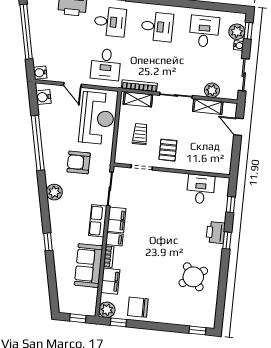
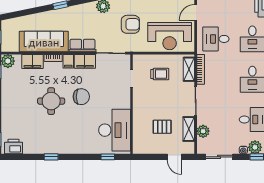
door: (239, 127) -> (174, 157), swing flipped
pallet: (168, 150) -> (162, 127), moved
armchair: (79, 162) -> (130, 24), turned 90
desk: (201, 189) -> (115, 130), width x1.87, depth x1.30
printer: (216, 233) -> (14, 147), moved
window: (227, 240) -> (51, 157), moved
sofa: (88, 266) -> (44, 42), width x1.36
round table: (193, 277) -> (51, 101), moved, turned 36
chair: (138, 307) -> (81, 97), moved, turned 90

